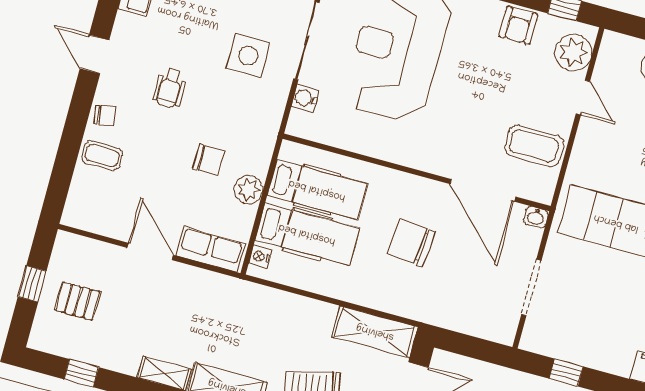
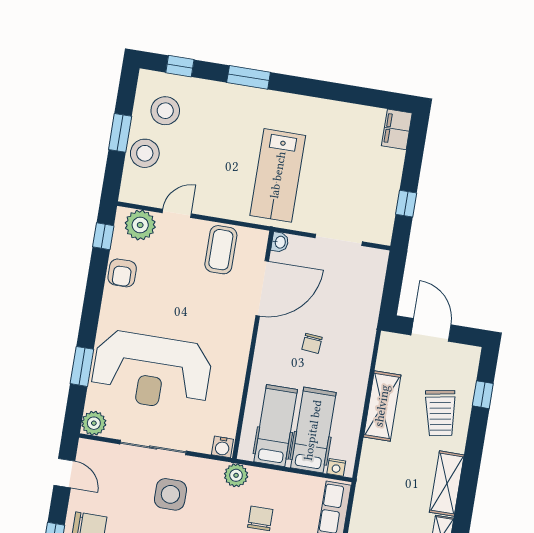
armchair: (518, 25) -> (122, 273), turned 90
water cooler: (305, 98) -> (222, 447), moved
plant: (248, 190) -> (236, 475), moved
chair: (411, 243) -> (312, 343), width x0.54, depth x0.54
shelving: (375, 332) -> (382, 406), moved

